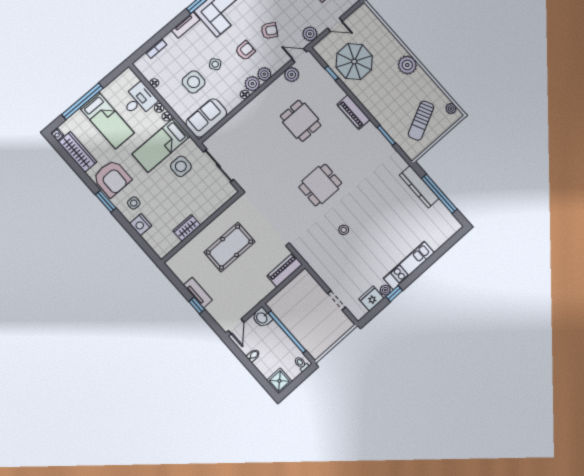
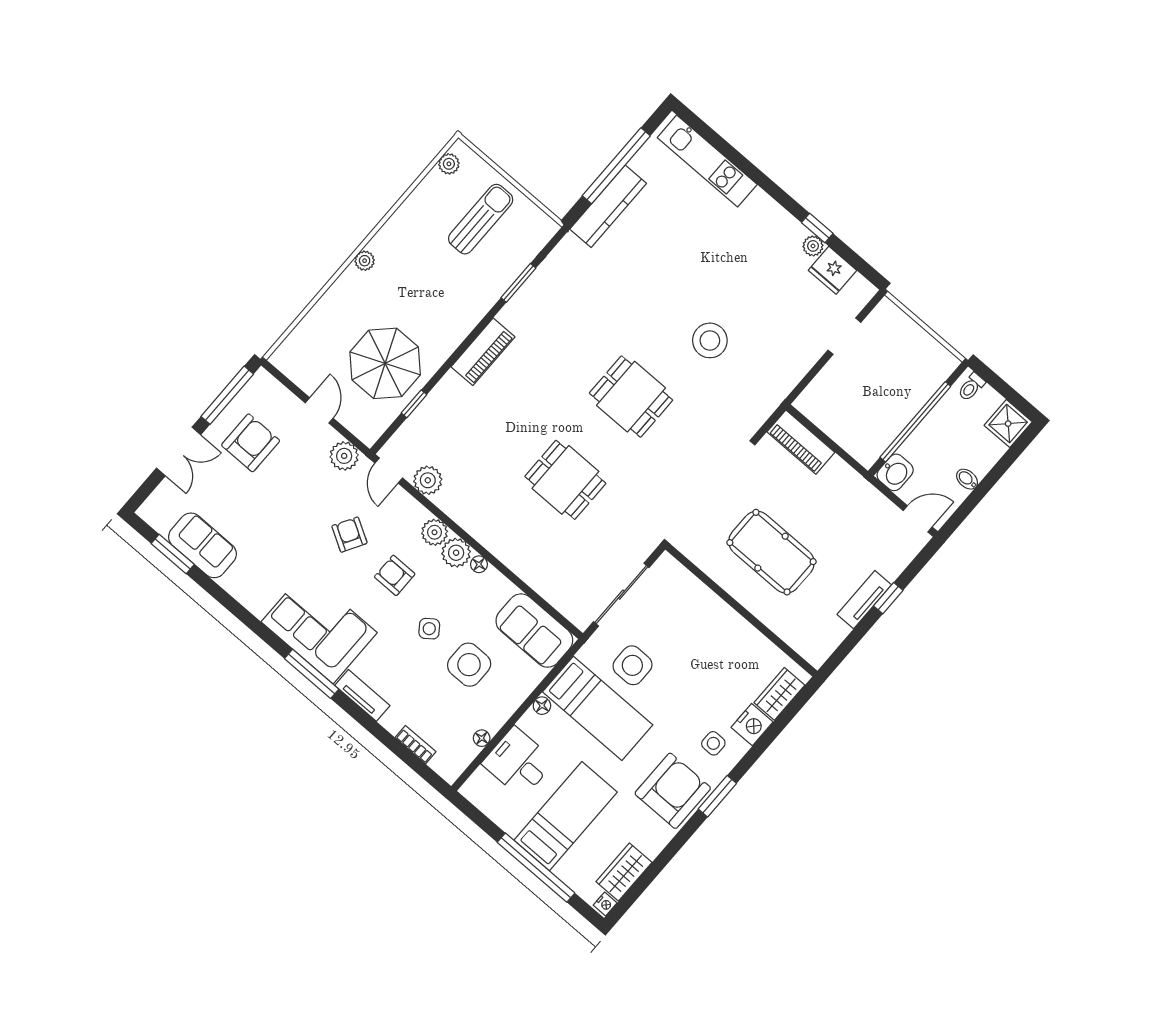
plant: (407, 65) -> (365, 261), width x0.53, depth x0.53
floor lamp: (159, 108) -> (528, 722), removed
dining table: (301, 121) -> (565, 480), moved, turned 90
sun lounger: (421, 121) -> (481, 219), turned -64
wardrobe: (77, 152) -> (624, 872), width x0.67
wardrobe: (187, 228) -> (779, 694), moved, turned 90
stool: (344, 230) -> (710, 340), width x1.89, depth x1.89
kitchen unit: (409, 265) -> (707, 161), moved

